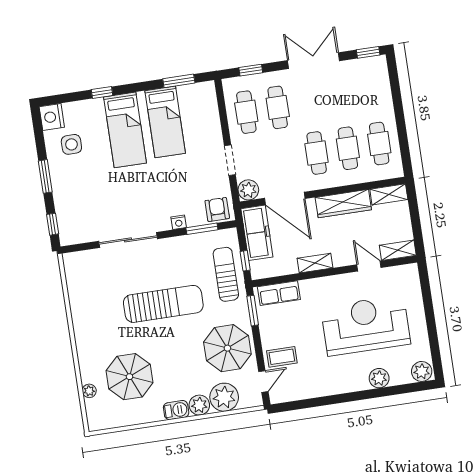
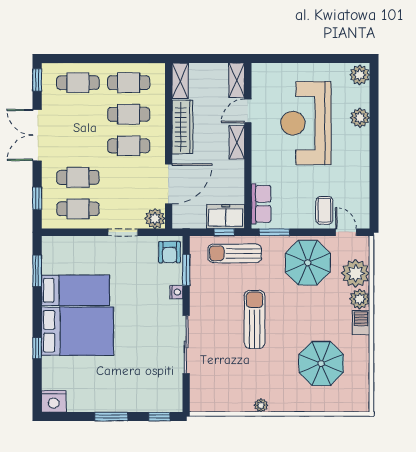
cafe table: (372, 93) -> (78, 83), added
bed: (125, 130) -> (77, 331), width x1.50
side table: (71, 144) -> (84, 386), removed
armchair: (217, 210) -> (170, 252), turned -90
freezer: (257, 233) -> (226, 217), moved, width x0.71
shelving: (315, 263) -> (237, 142), moved
sun lounger: (163, 304) -> (255, 319), width x0.73, depth x0.75
plant: (89, 391) -> (261, 405), moved

